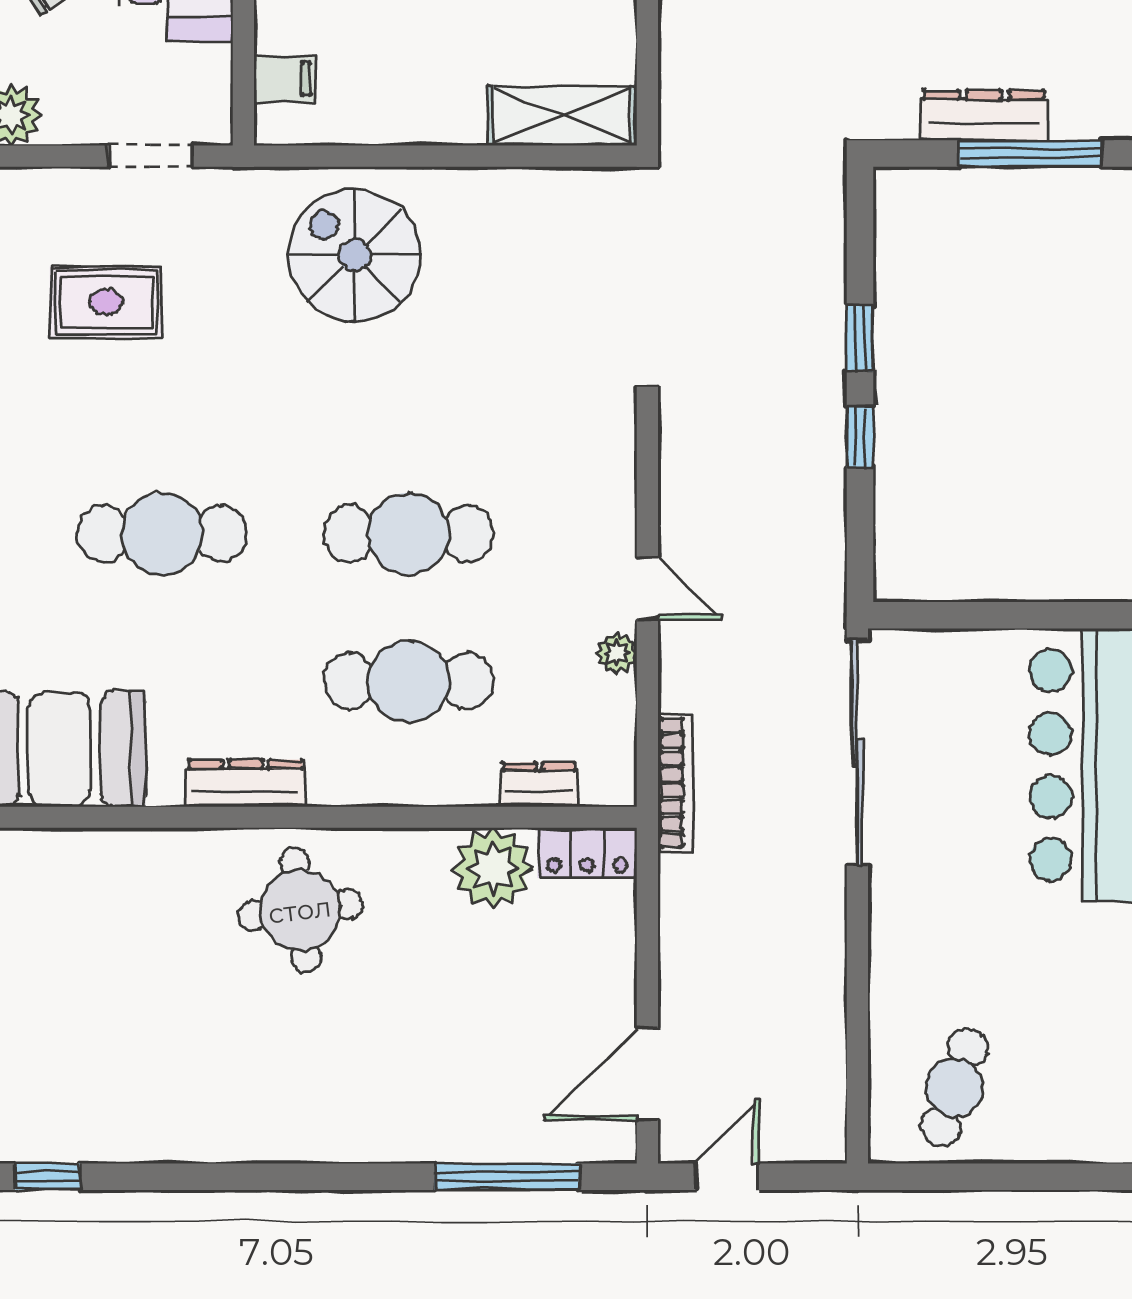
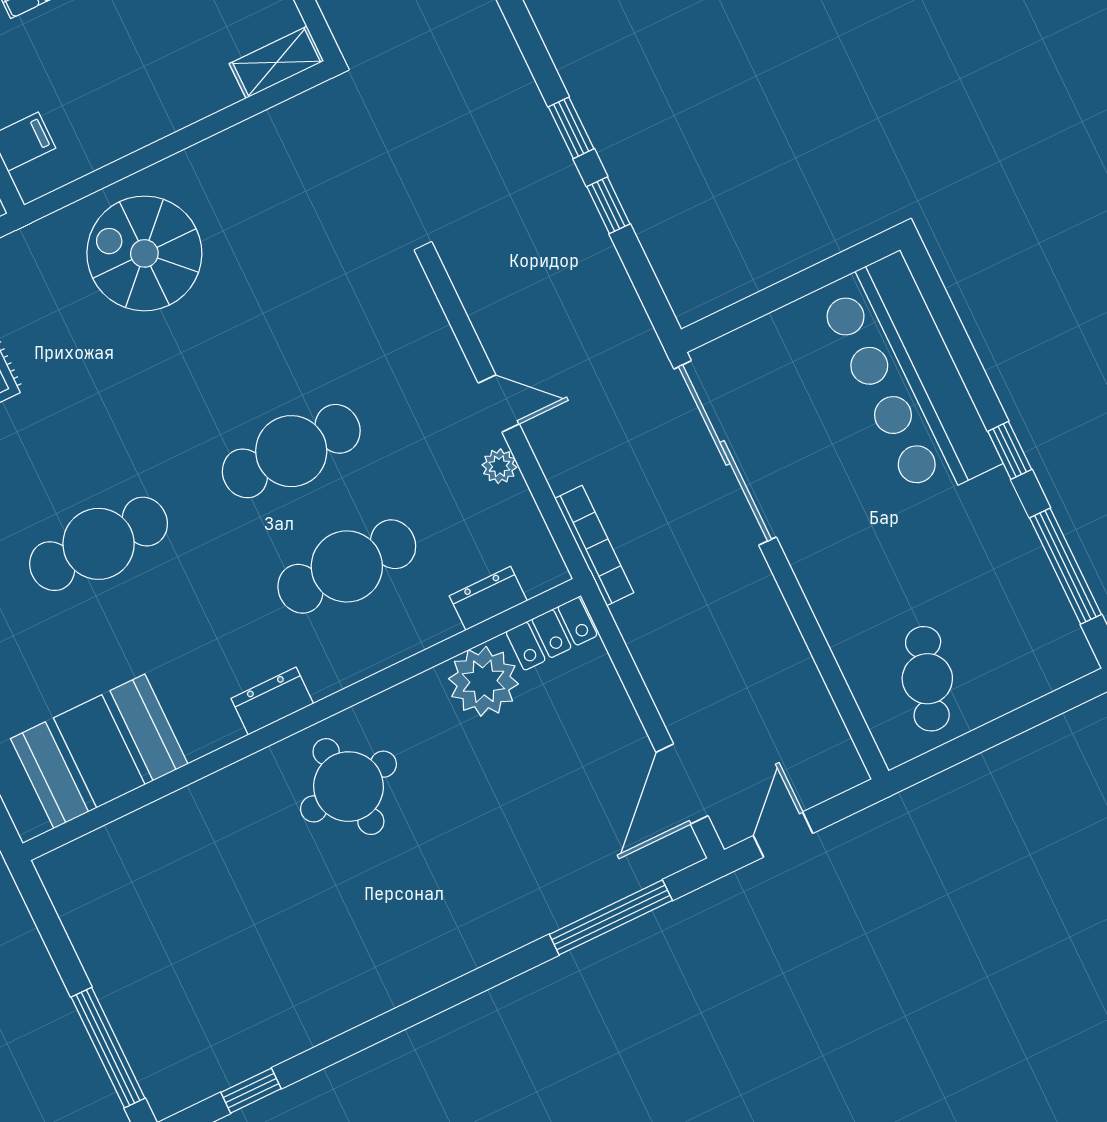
shelving: (562, 116) -> (277, 62), width x0.67, depth x0.75
dresser: (246, 783) -> (272, 701), width x0.70

